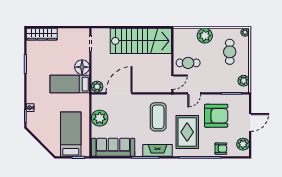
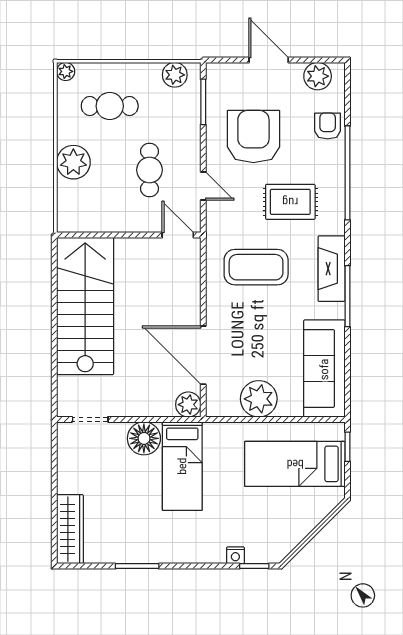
cafe table: (188, 63) -> (150, 170), moved
rug: (187, 132) -> (290, 202), width x0.73, depth x0.70

